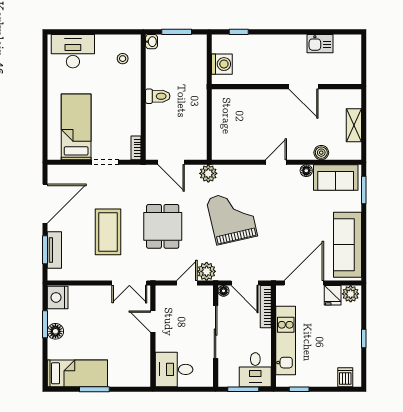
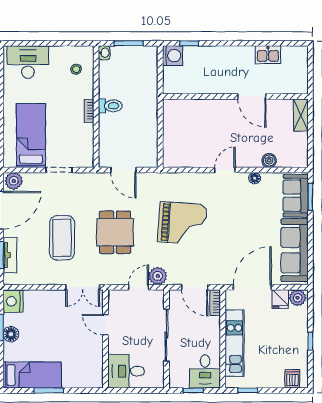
washing machine: (222, 64) -> (173, 56), moved
shelving: (354, 125) -> (301, 115), moved
bookcase: (136, 148) -> (89, 111), moved
plant: (208, 173) -> (14, 181), moved
sofa: (336, 177) -> (296, 196), moved, turned 90
grand piano: (232, 217) -> (182, 223), turned 107
floor lamp: (224, 291) -> (174, 295), removed
bookcase: (266, 307) -> (215, 303), width x0.64
window: (243, 389) -> (193, 390), width x0.67

